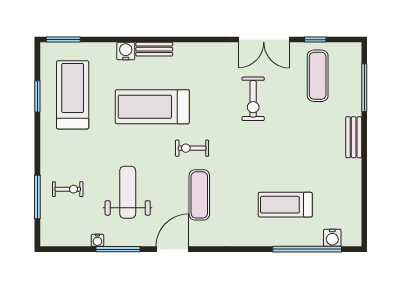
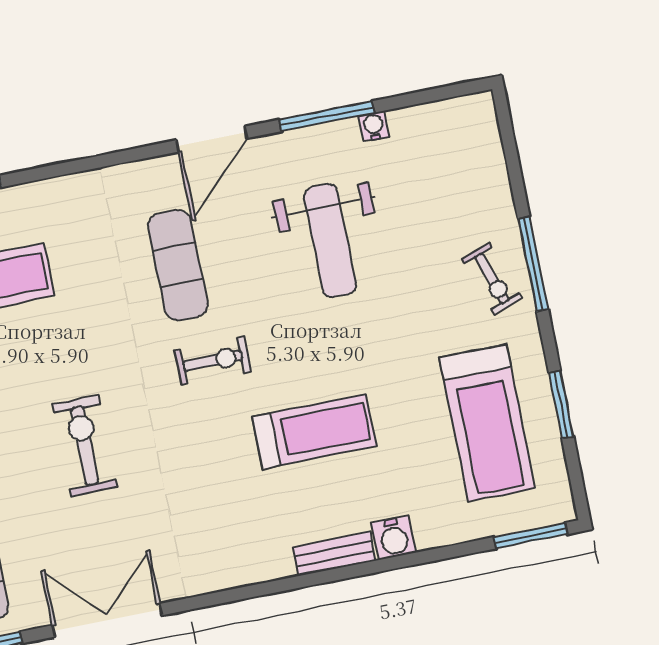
exercise bike: (253, 99) -> (85, 446), moved
treadmill: (152, 107) -> (314, 431), width x0.73, depth x0.73
exercise bike: (68, 189) -> (492, 279), moved, turned -109
window: (37, 197) -> (533, 264), moved

